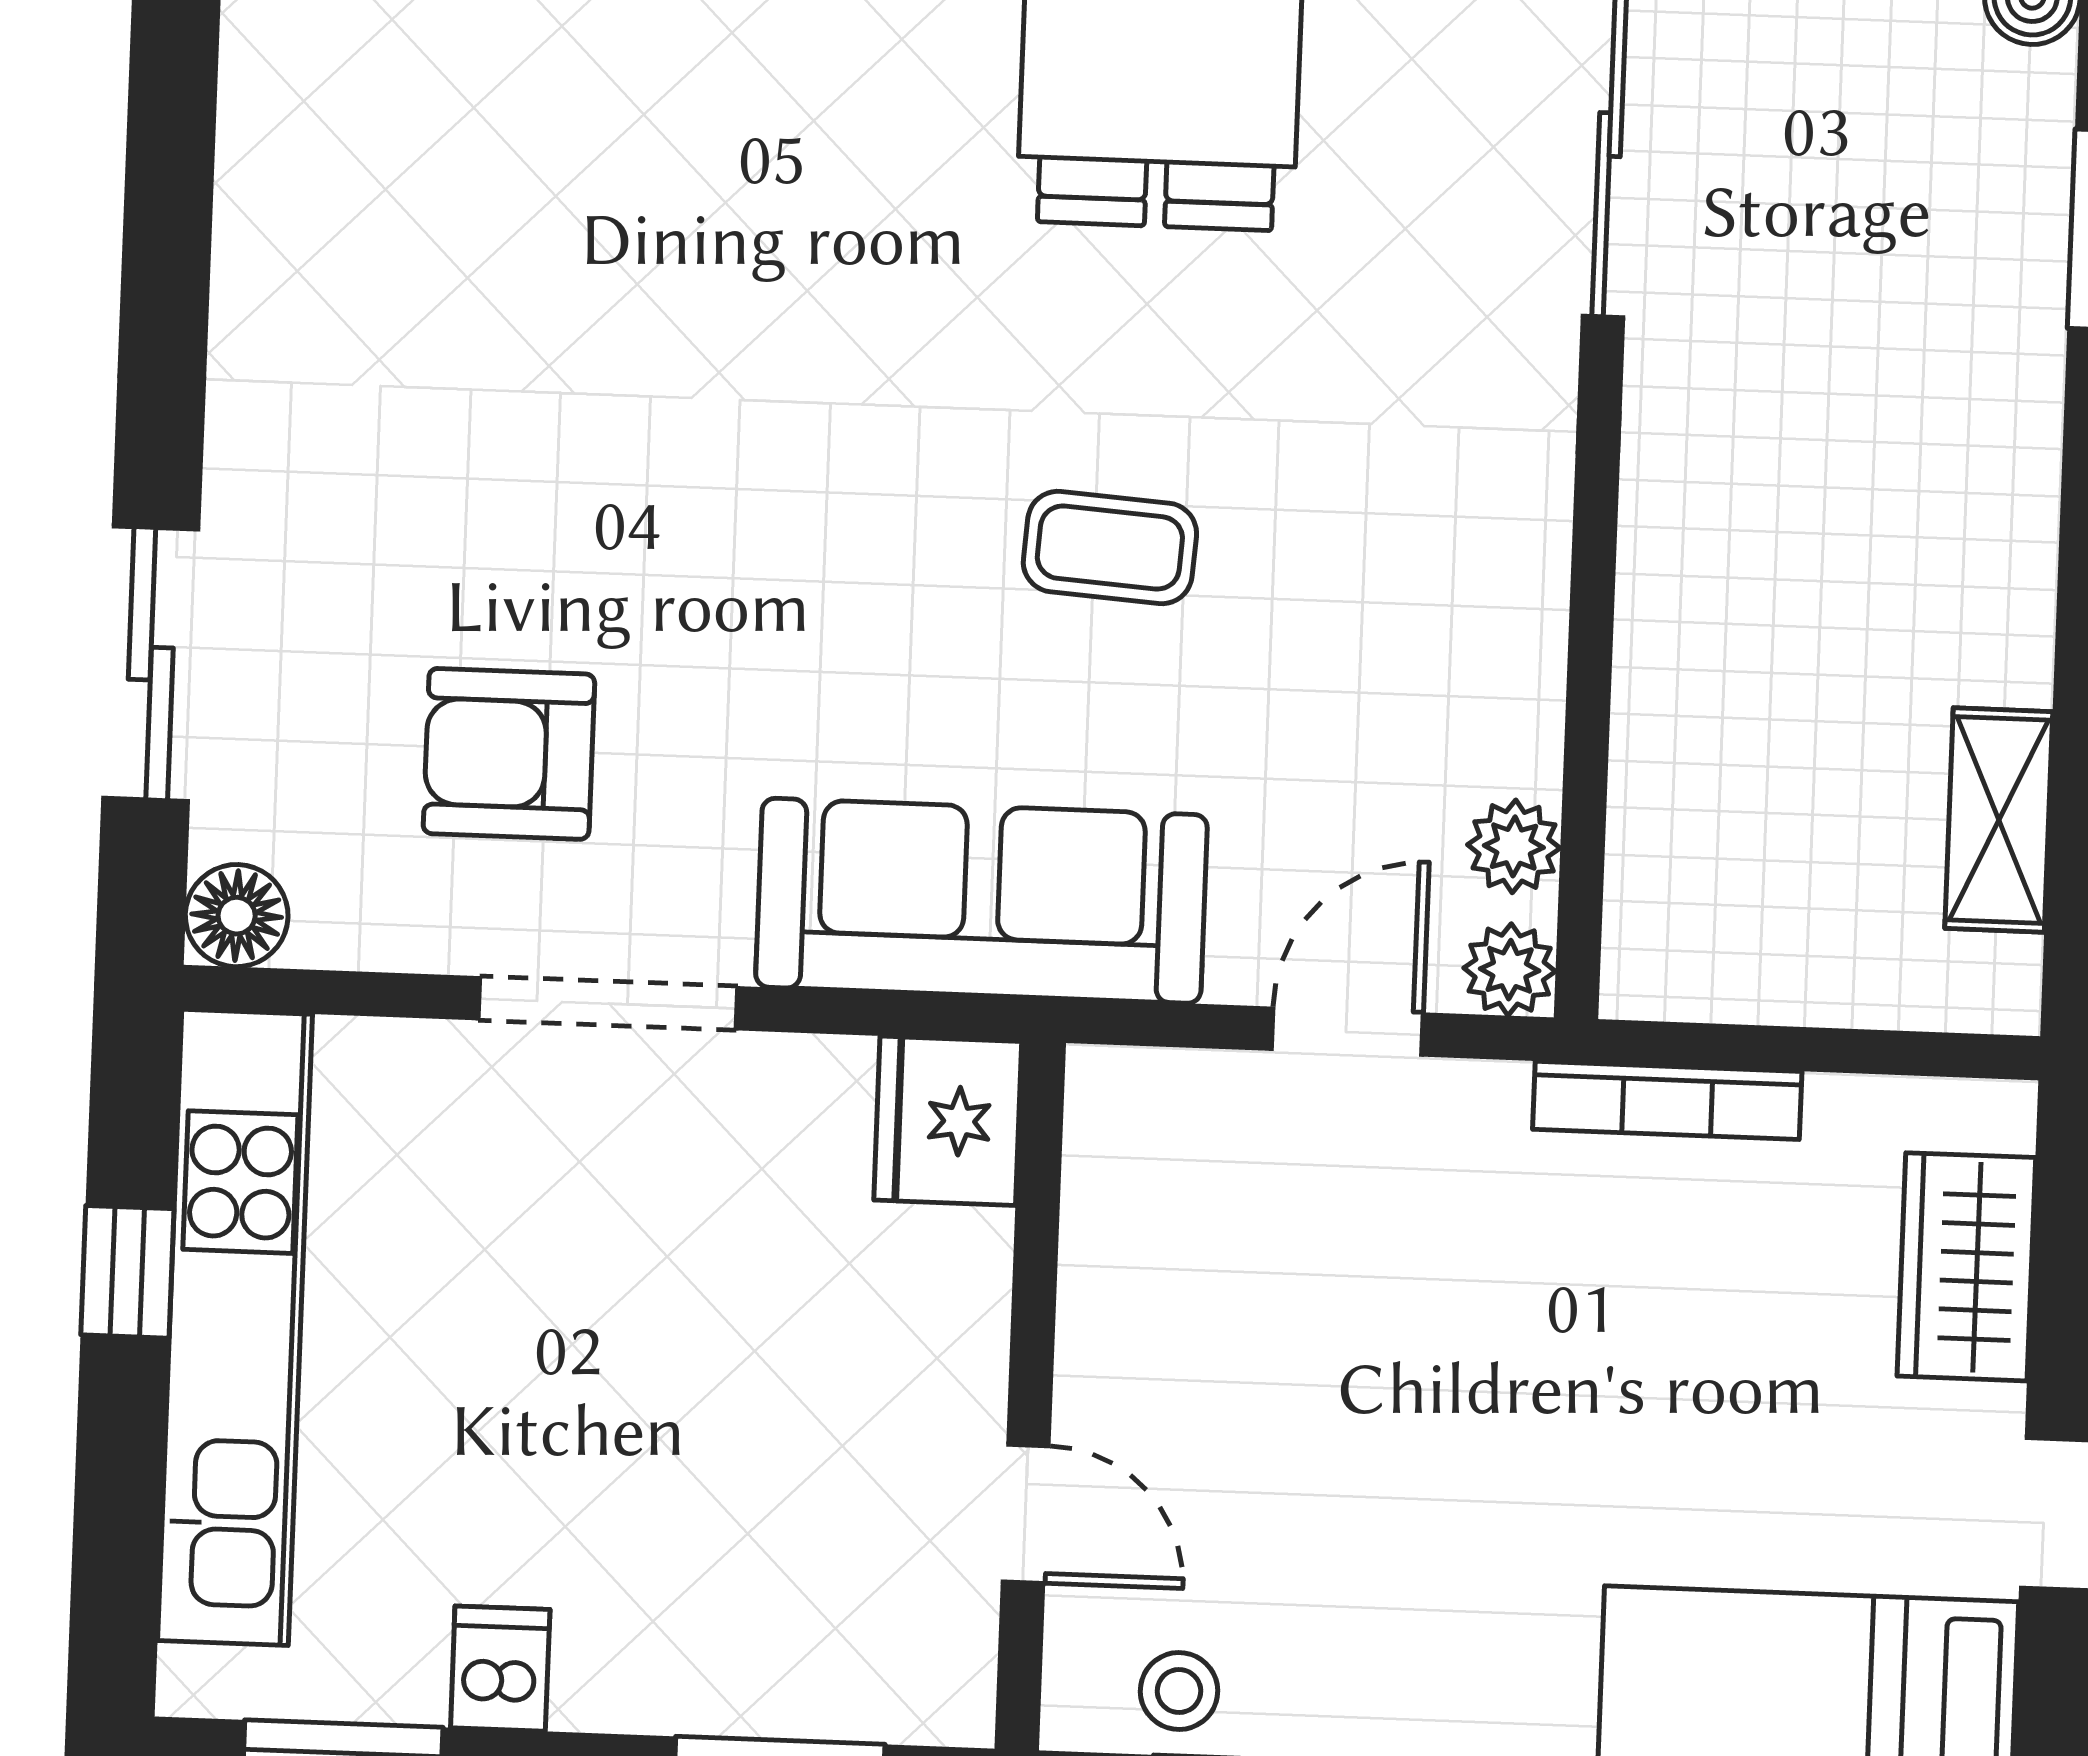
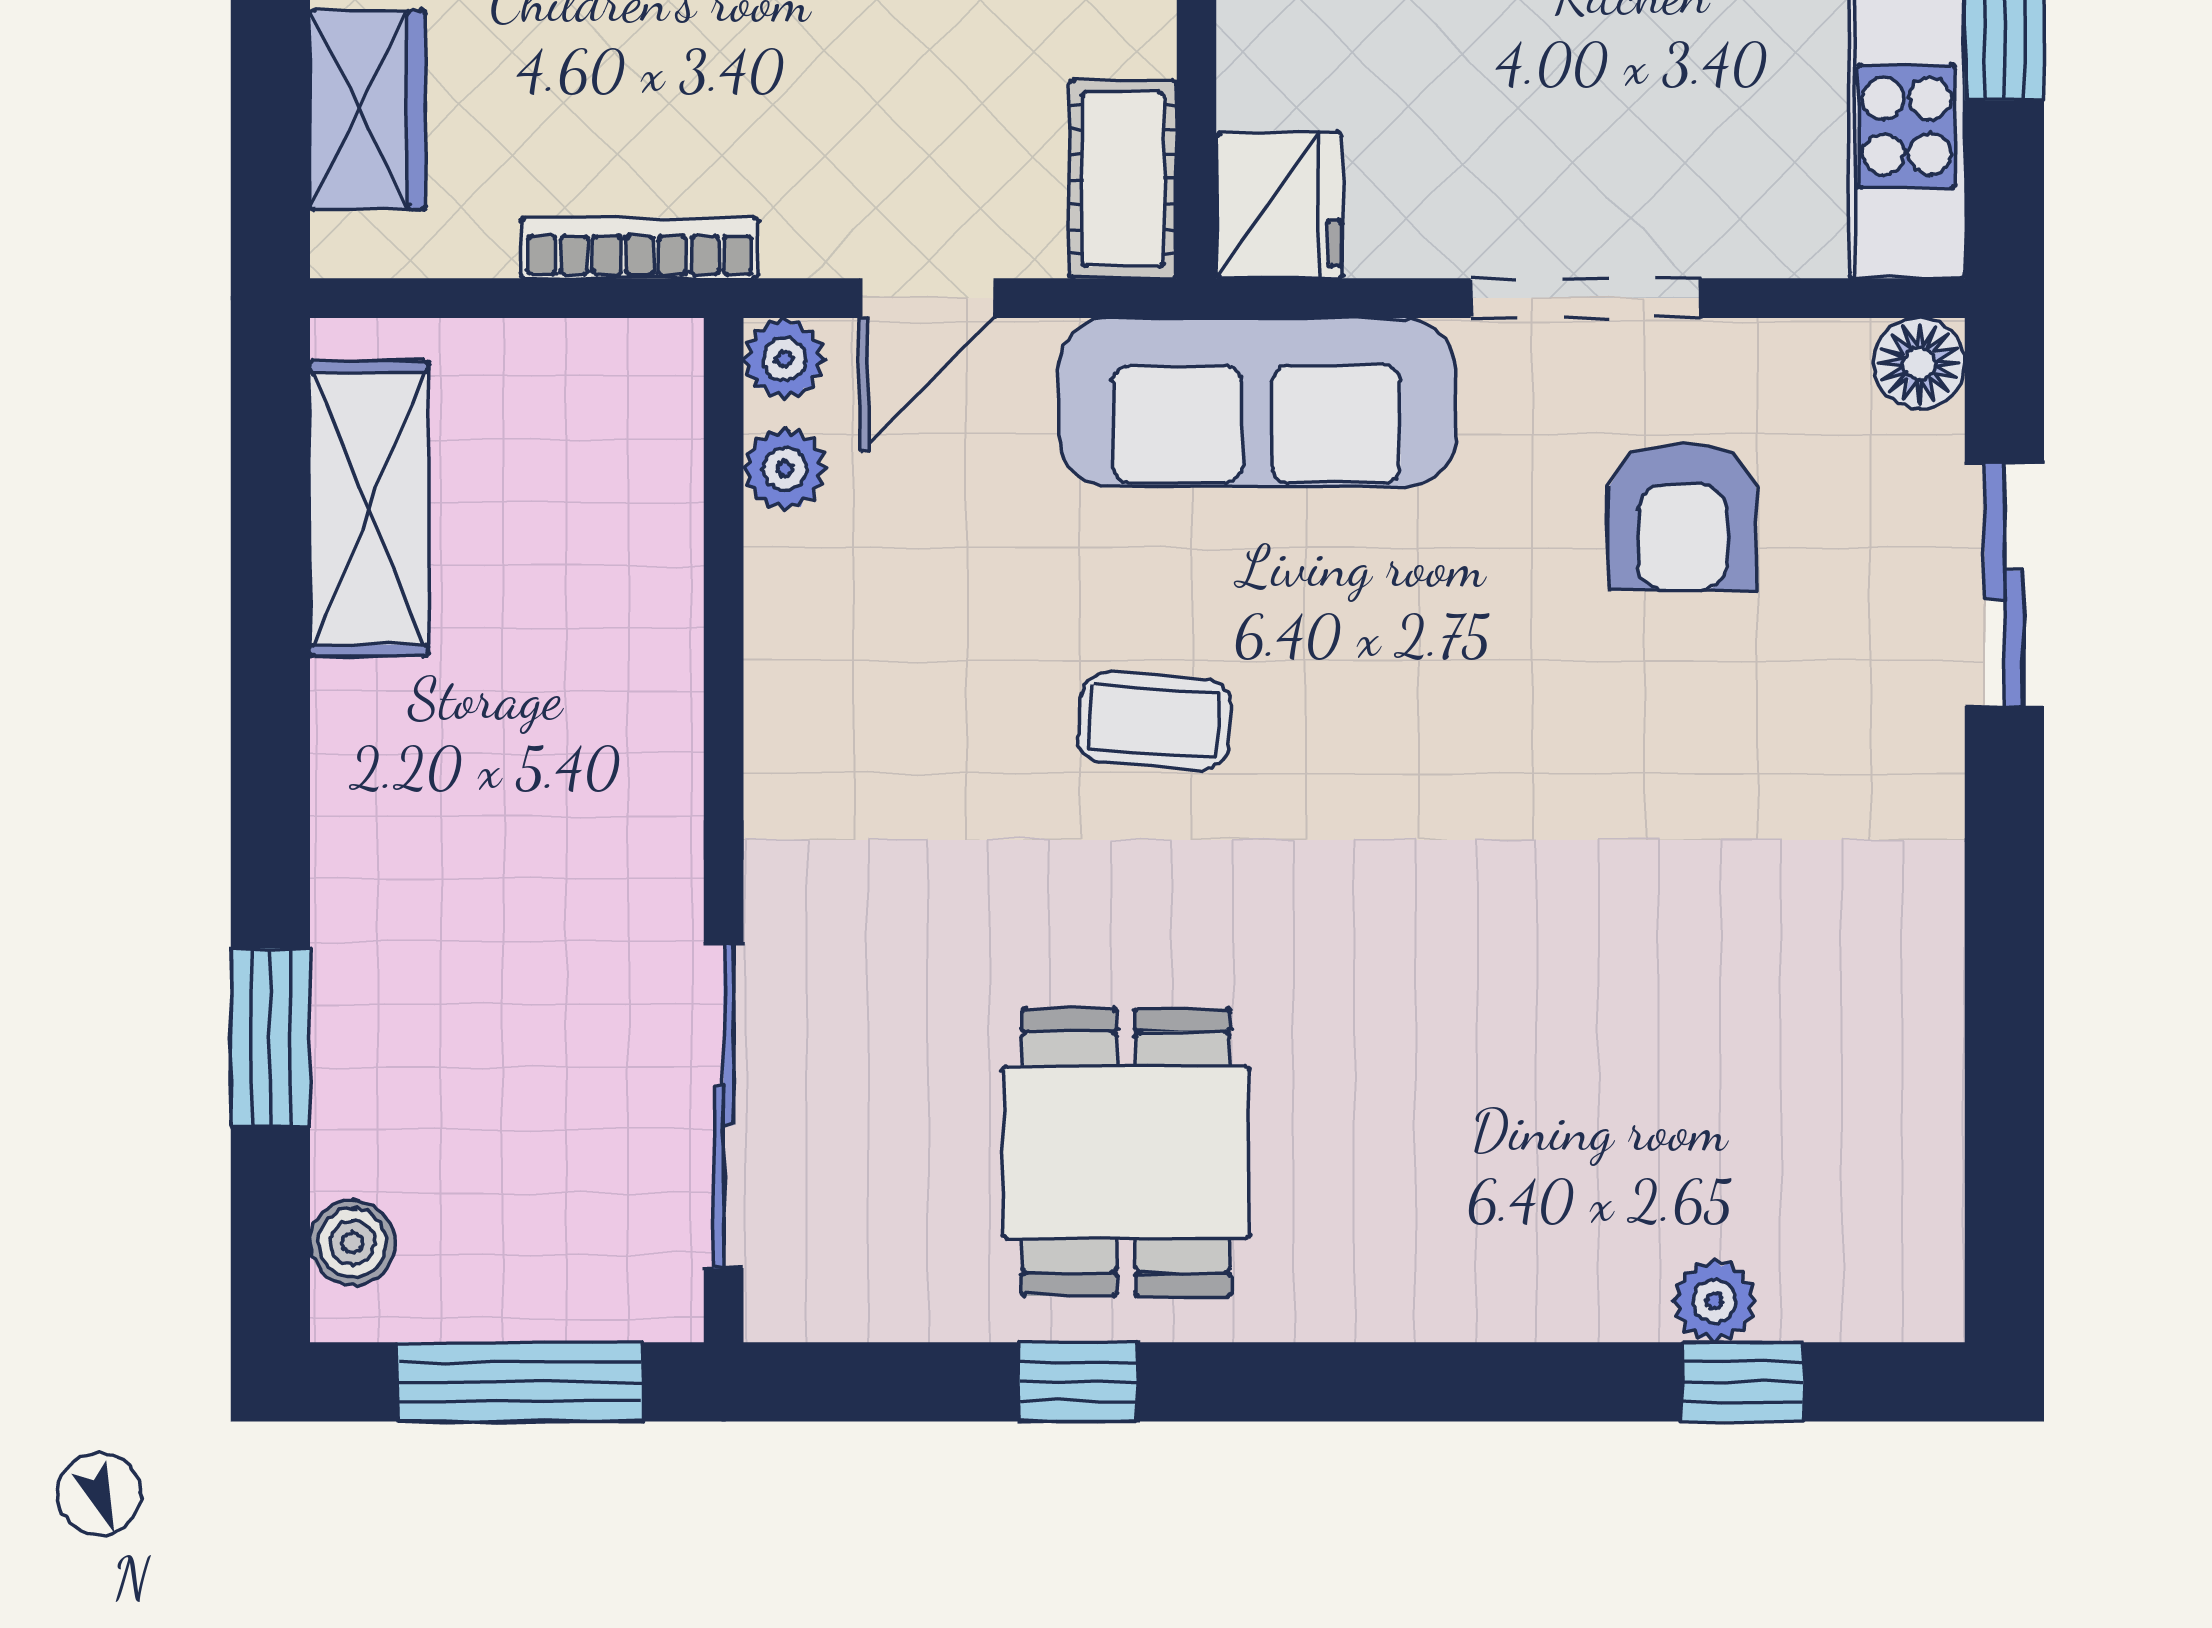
armchair: (509, 754) -> (1682, 517), turned 90
shelving: (1999, 820) -> (369, 509), width x1.50, depth x1.33
cot: (1122, 1157) -> (1123, 179), added

